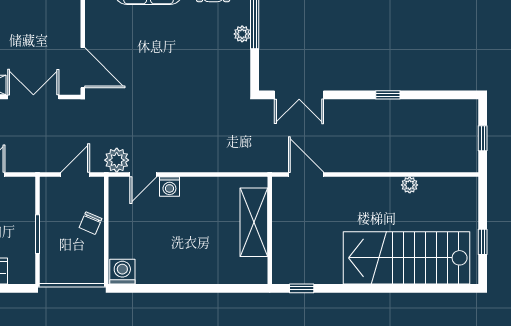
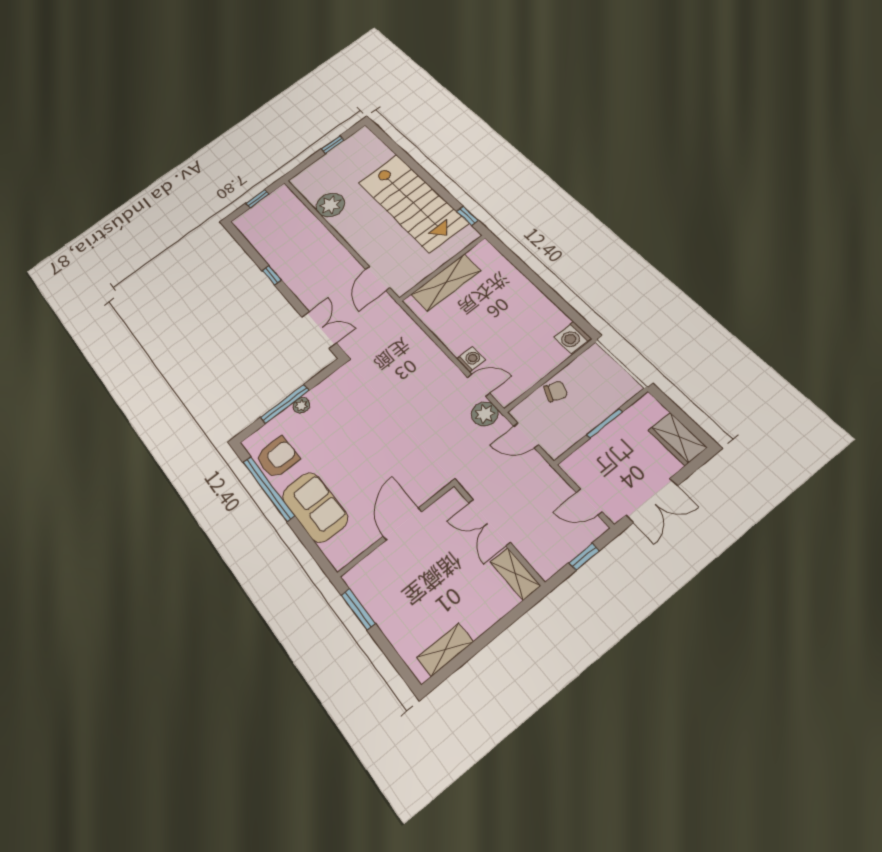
door: (83, 68) -> (402, 524), moved
plant: (410, 185) -> (330, 205), width x1.88, depth x1.88
stairs: (407, 258) -> (413, 202), moved

